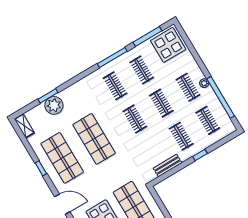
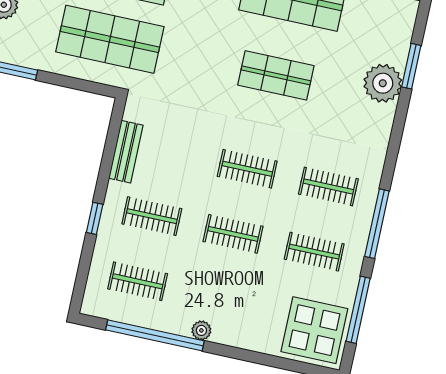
clothes rail: (188, 87) -> (219, 299), removed
plant: (54, 105) -> (383, 83), moved
shop shelf: (94, 139) -> (276, 75), width x0.70, depth x0.74

